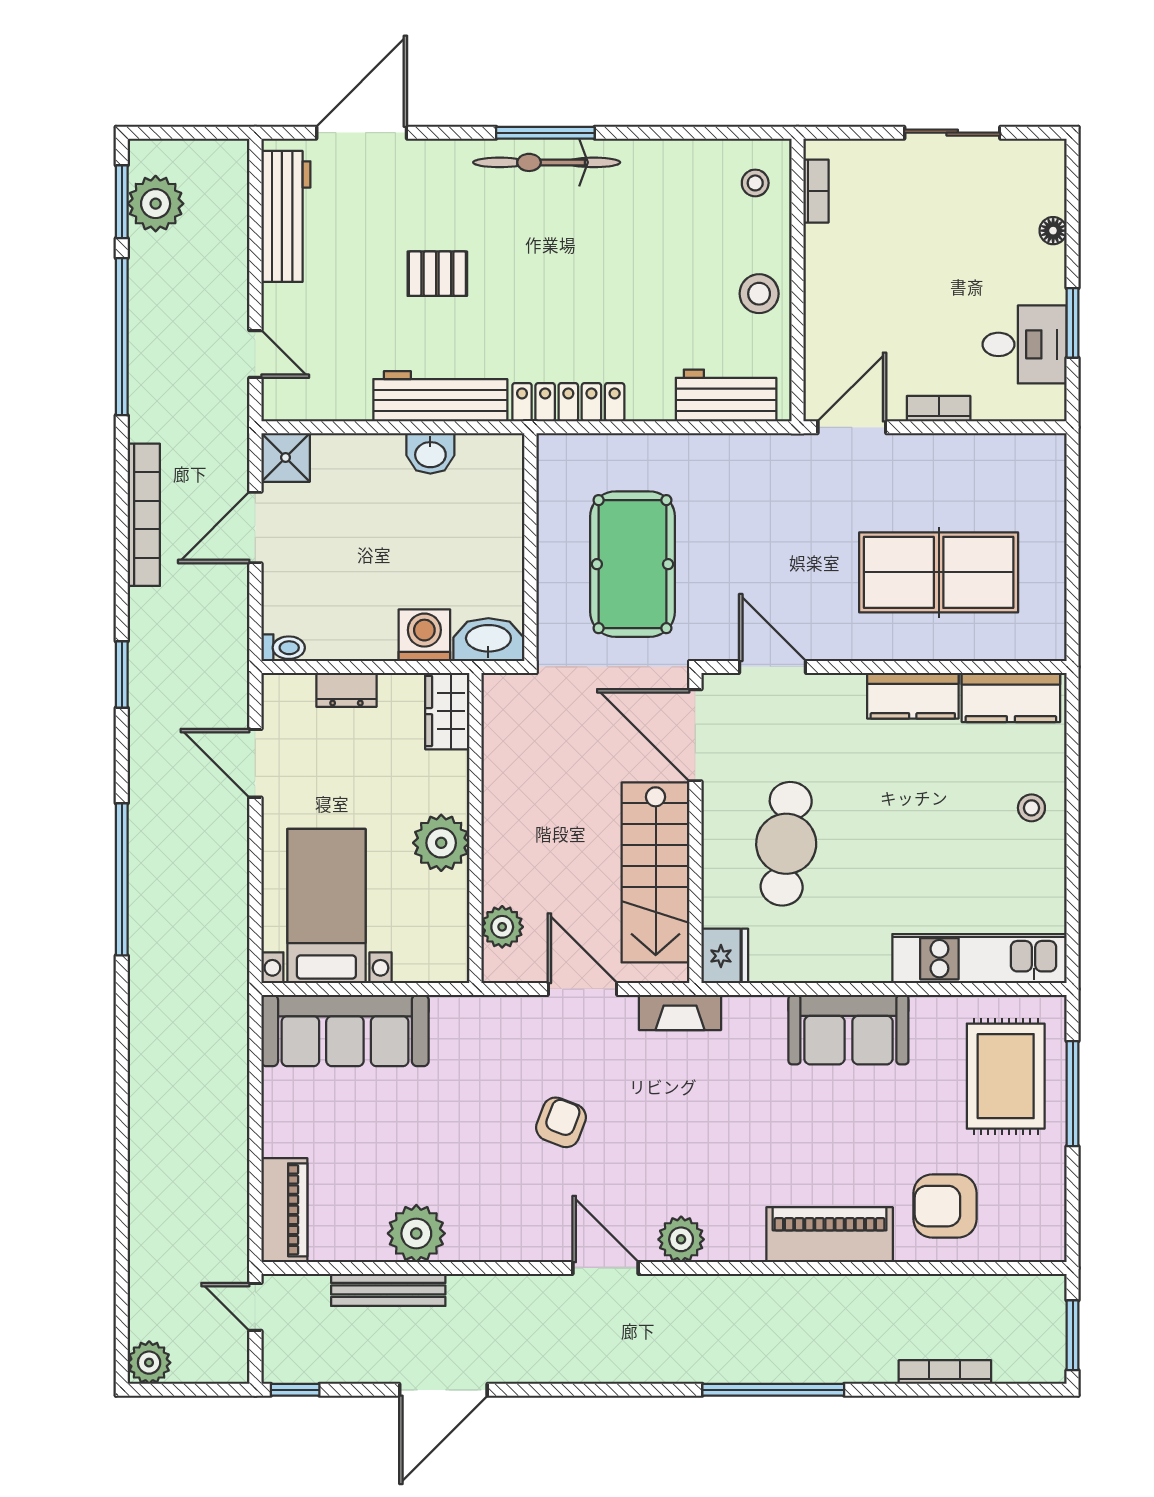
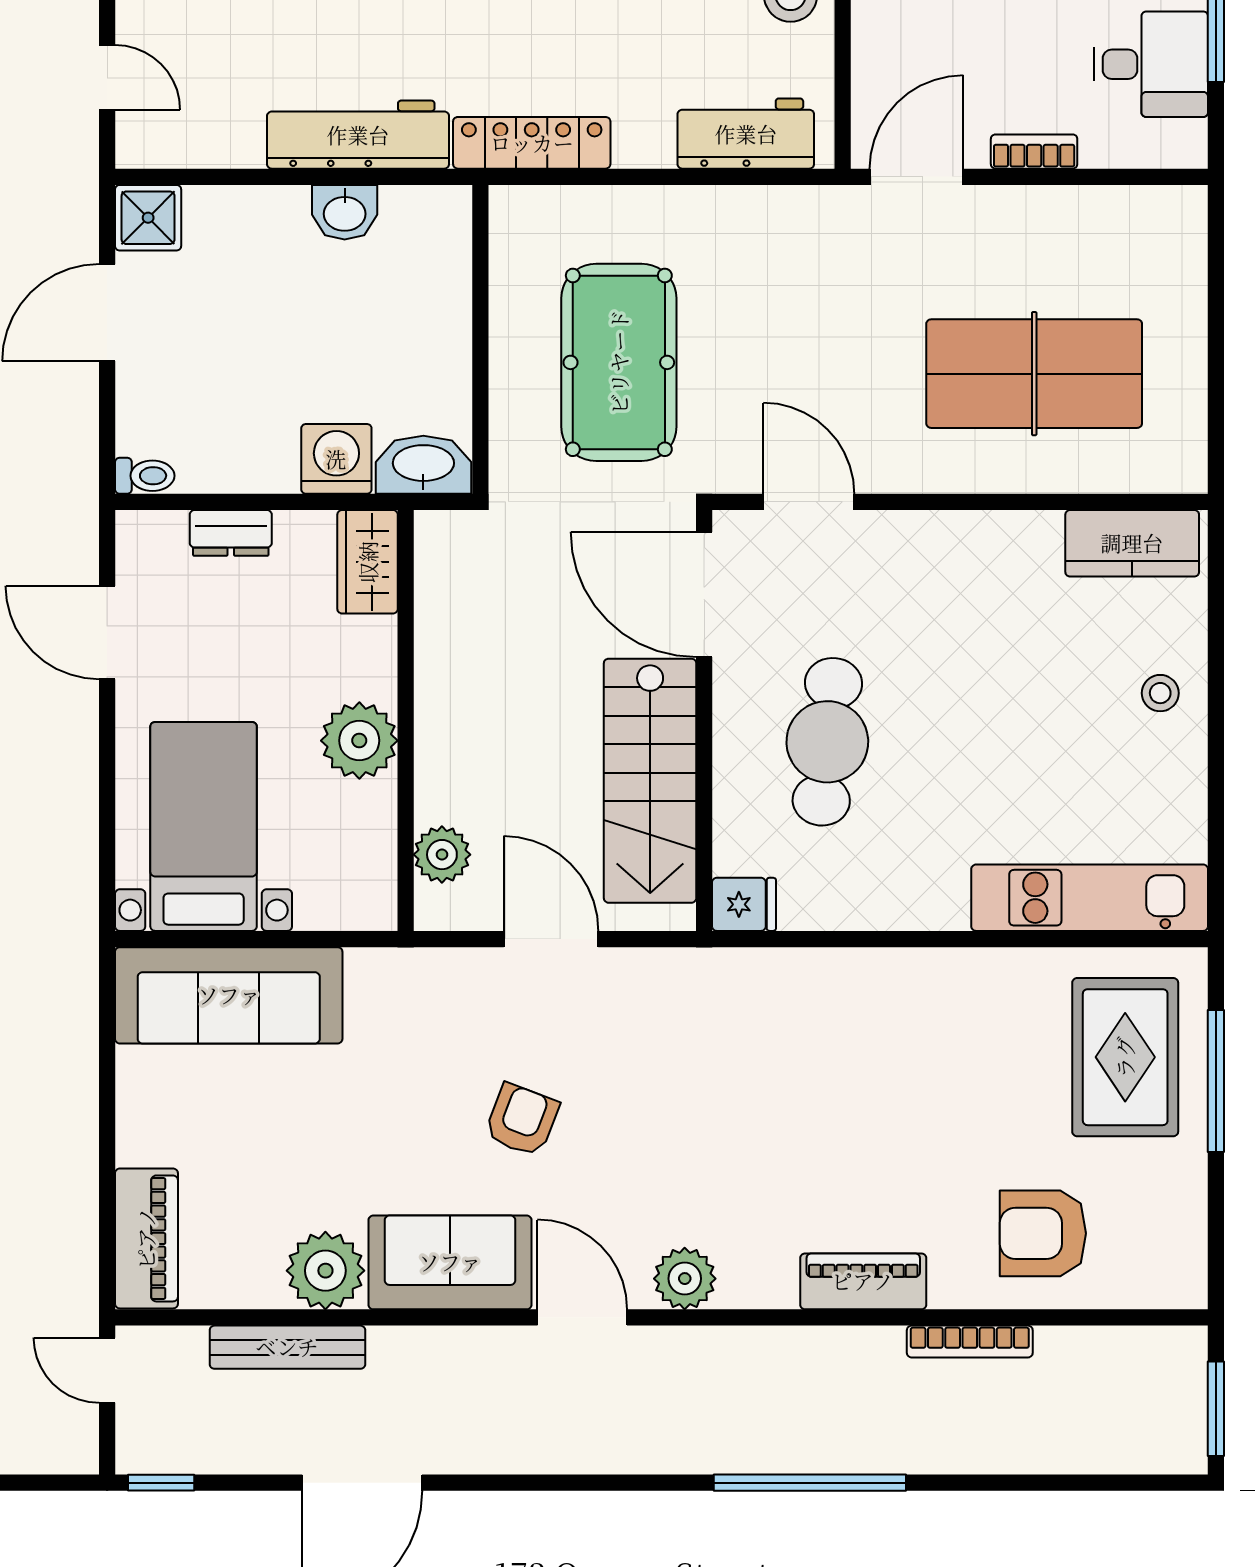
kitchen counter: (913, 696) -> (999, 541), removed
fridge: (725, 956) -> (744, 904), width x0.72
fireplace: (680, 1013) -> (683, 971), removed
sofa: (848, 1030) -> (450, 1262), moved, turned 180
piano: (830, 1235) -> (863, 1281), width x0.73, depth x0.75
bookcase: (945, 1372) -> (970, 1342), moved, turned 180

